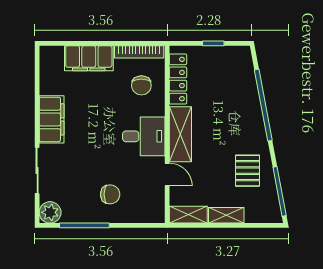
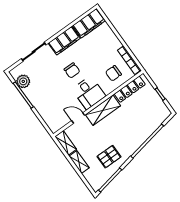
filing cabinet: (89, 58) -> (89, 23), moved, turned -90
door: (167, 175) -> (78, 118), swing flipped
chair: (110, 194) -> (72, 70), moved
plant: (50, 212) -> (23, 81), moved

